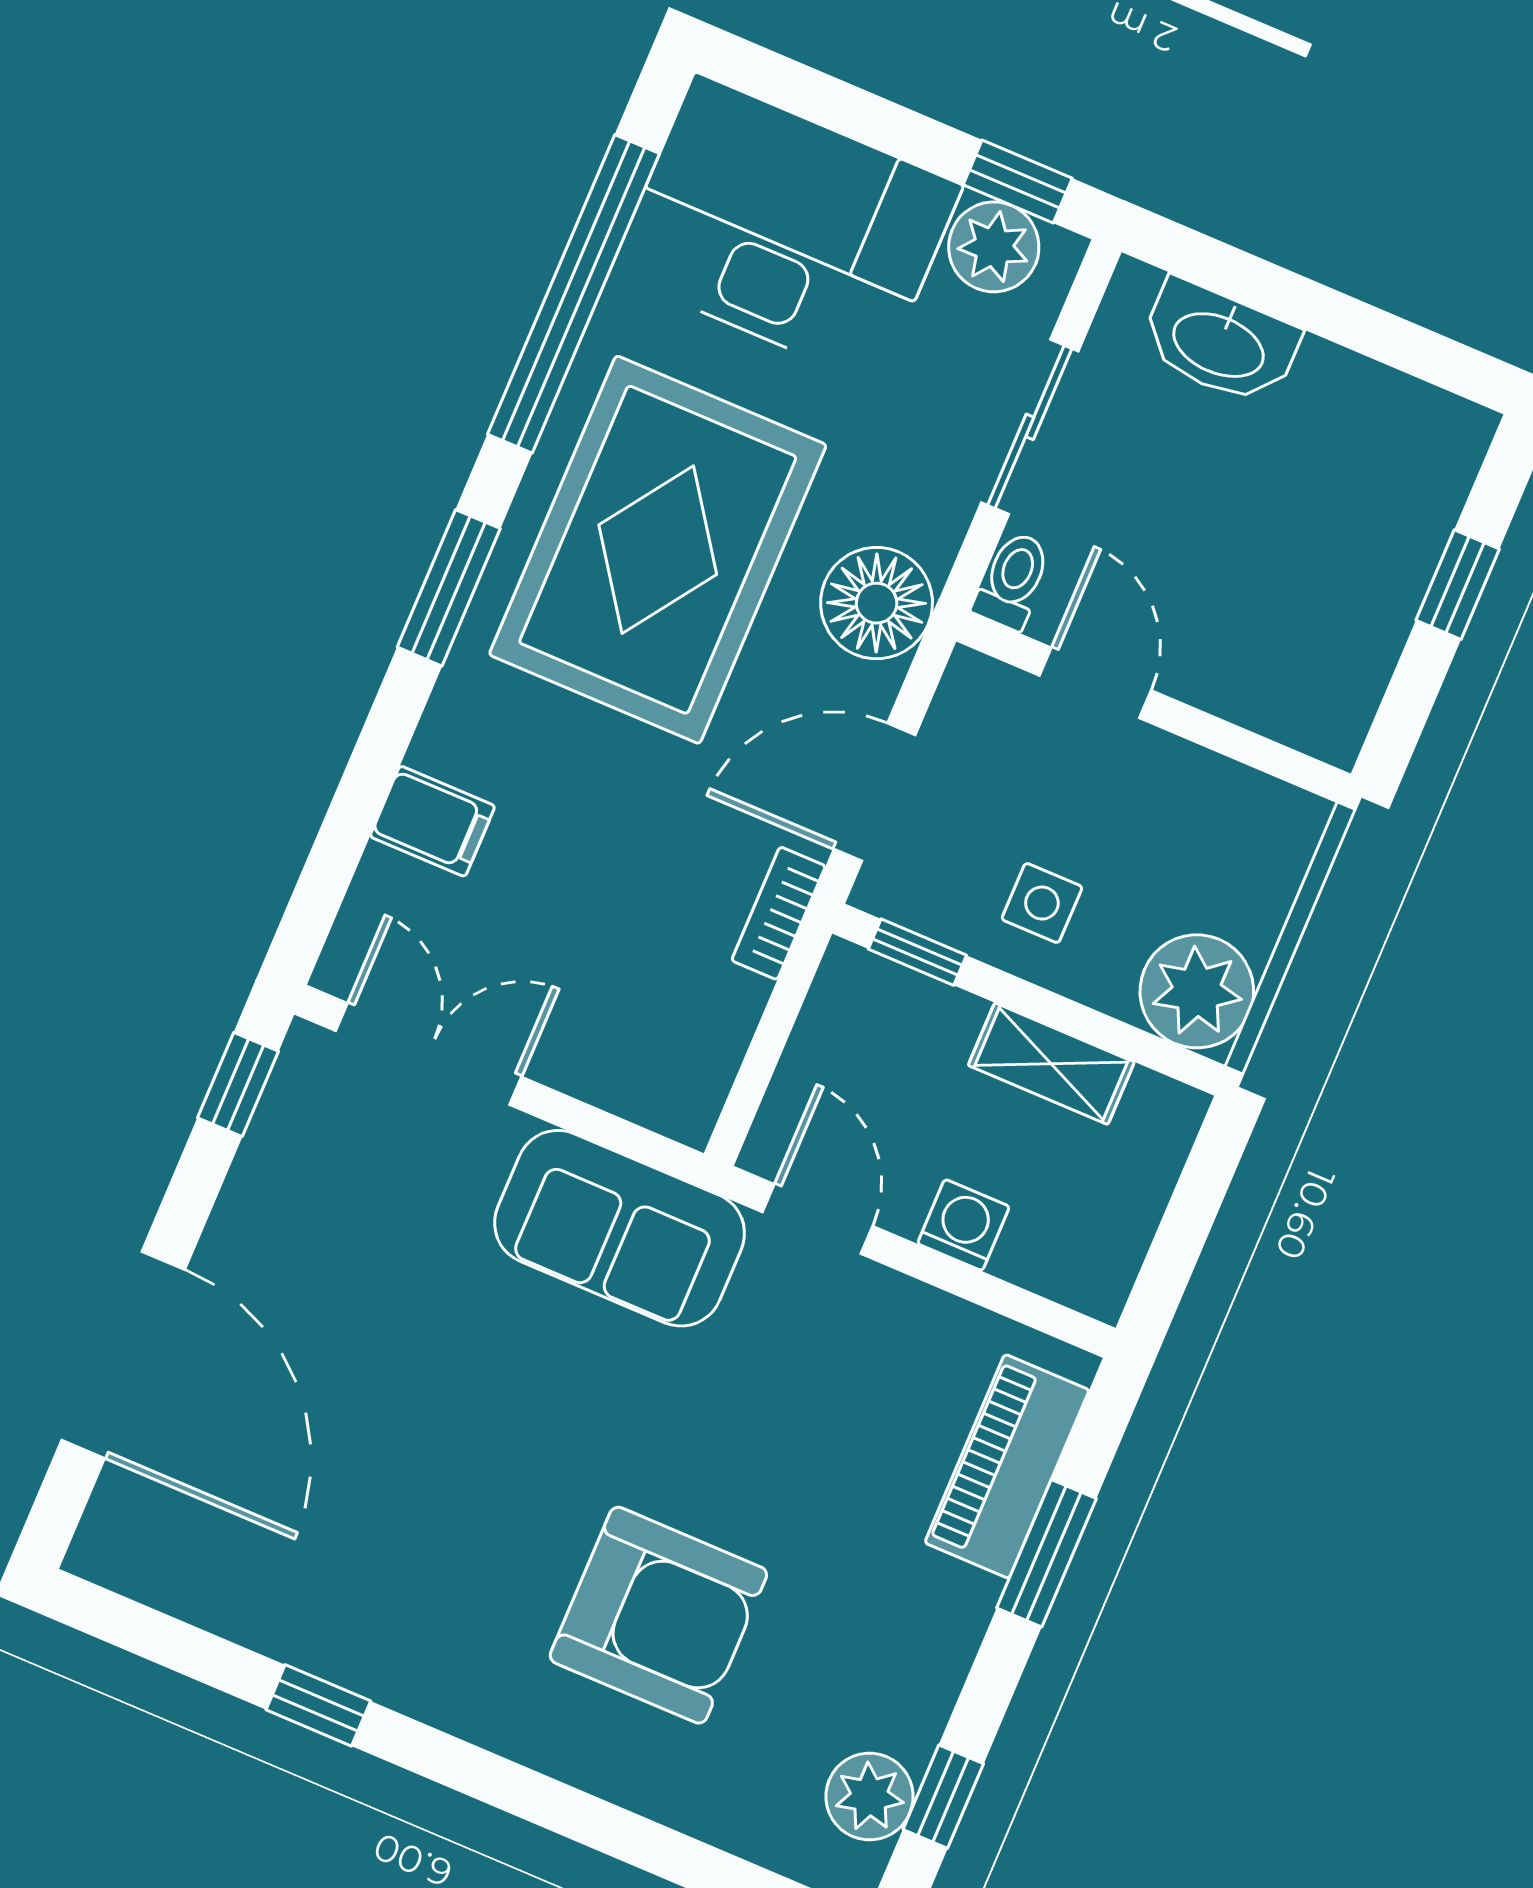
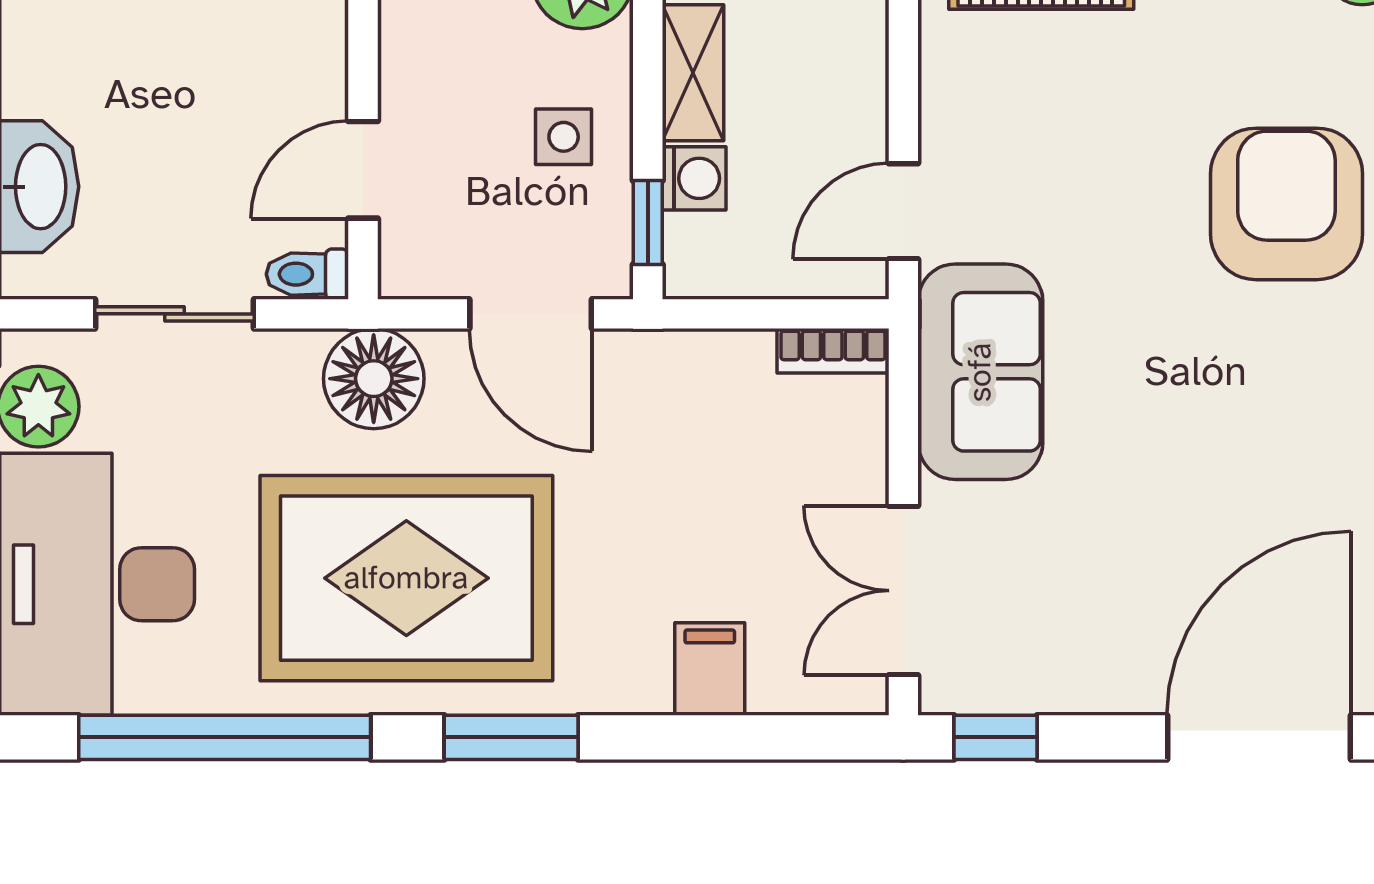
bookcase: (779, 913) -> (833, 351), moved
washing machine: (963, 1225) -> (694, 178), moved, turned 180

